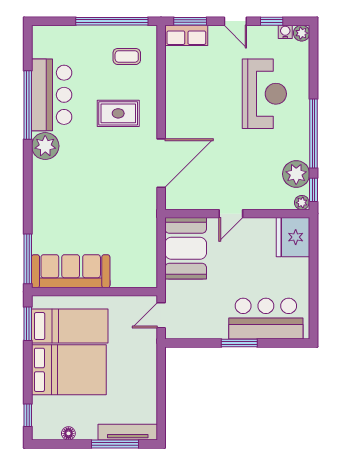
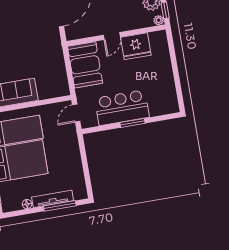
fridge: (293, 237) -> (136, 46), moved, turned -90
bar counter: (266, 319) -> (122, 108), moved
tv unit: (128, 432) -> (53, 199), moved

